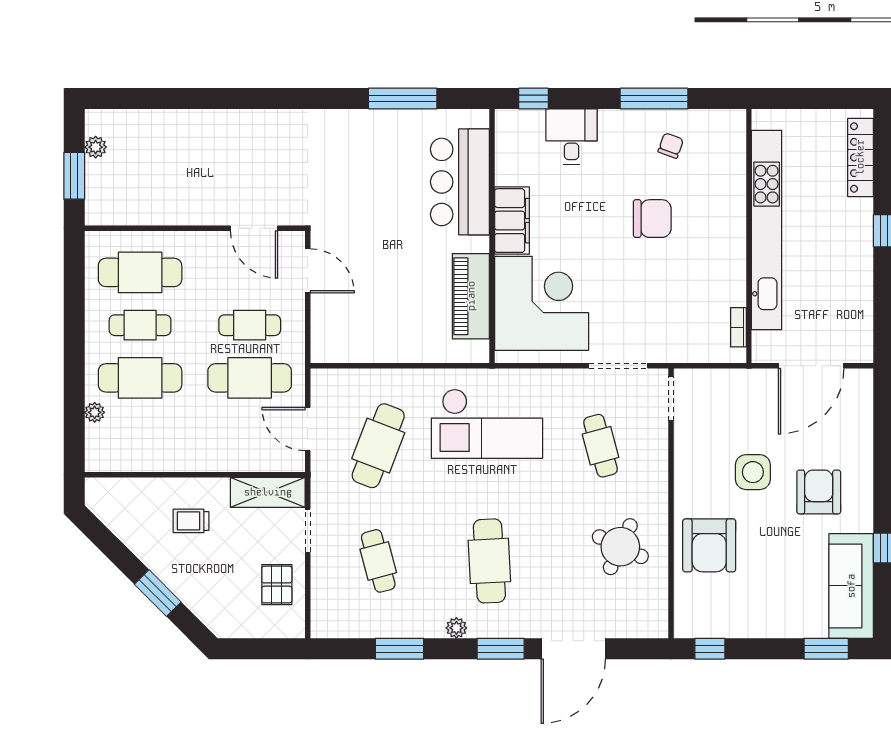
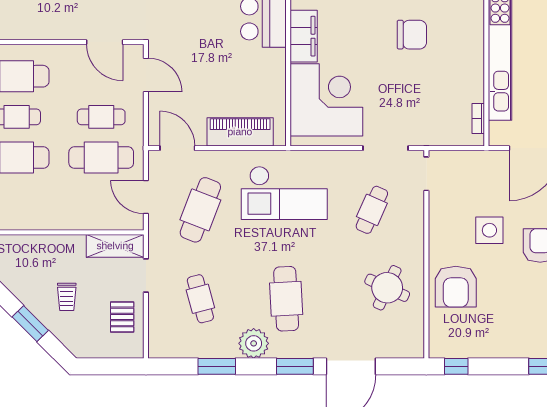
piano: (471, 296) -> (240, 132), moved, turned 90
door: (349, 366) -> (177, 148), added
cafe table: (601, 446) -> (372, 210), turned 39
trolley: (191, 521) -> (67, 297), moved, turned -90
plant: (456, 628) -> (254, 343), width x1.88, depth x1.88

